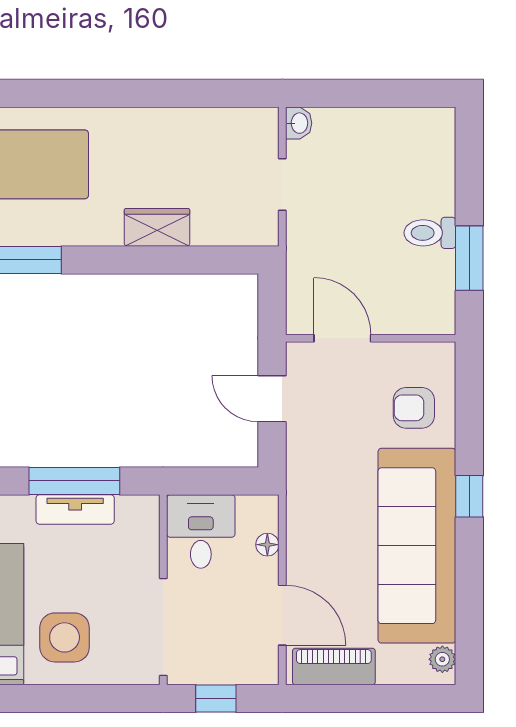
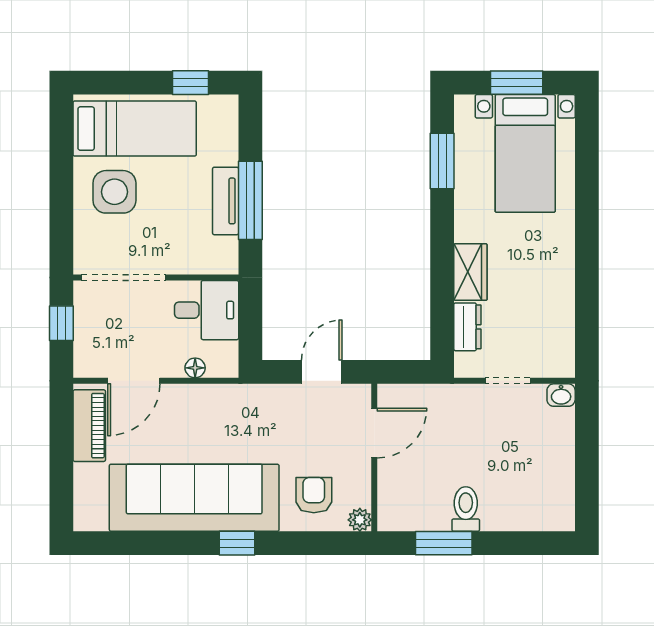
dresser: (220, 231) -> (467, 327), added
plant: (442, 659) -> (360, 520), moved

